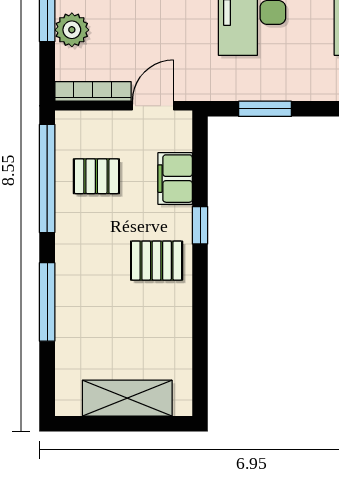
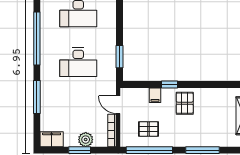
pallet: (96, 176) -> (148, 129), turned 90
filing cabinet: (175, 179) -> (155, 95), width x0.50

